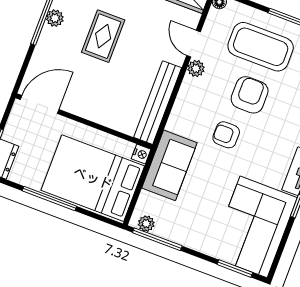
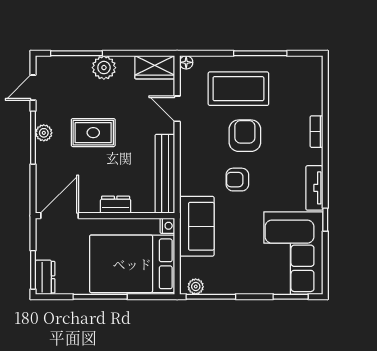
rug: (103, 36) -> (93, 133), turned 90
plant: (196, 68) -> (188, 130), removed
dresser: (98, 114) -> (116, 205), added

